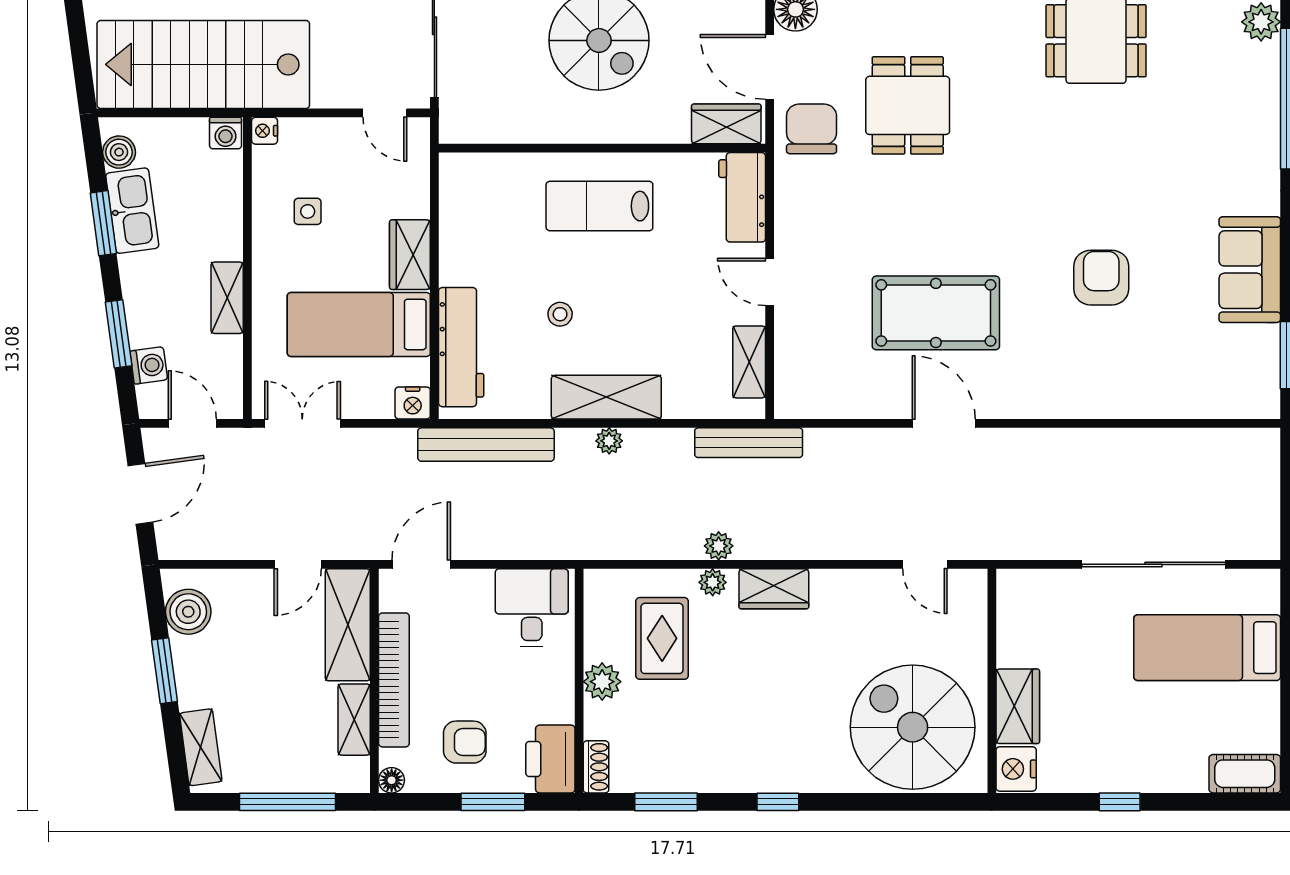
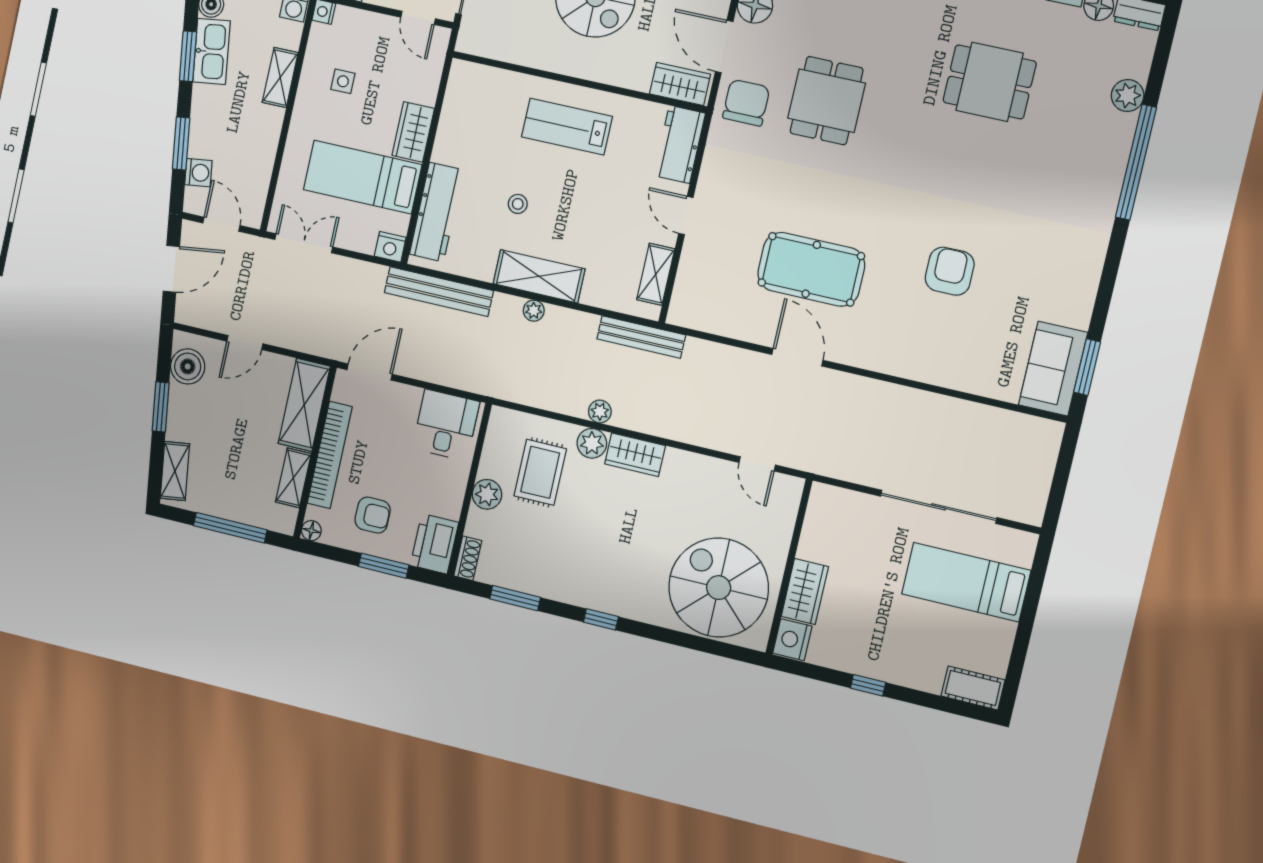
sofa: (1250, 270) -> (1053, 369), moved
shelving: (227, 298) -> (280, 78), moved
door: (298, 564) -> (245, 342), moved
plant: (713, 582) -> (592, 443), width x1.38, depth x1.38

